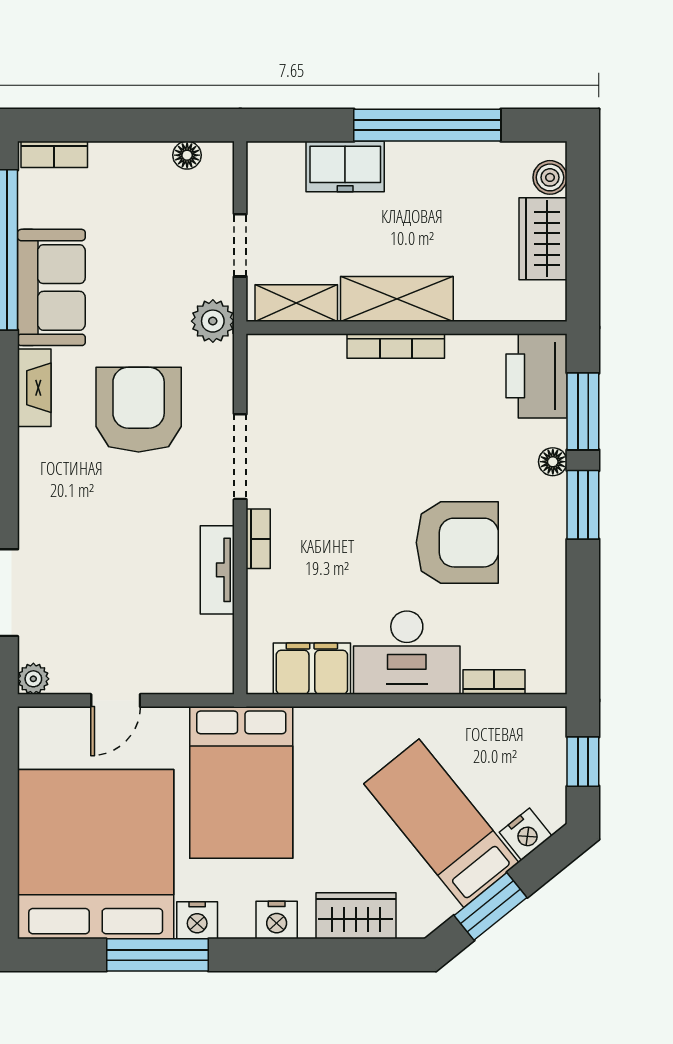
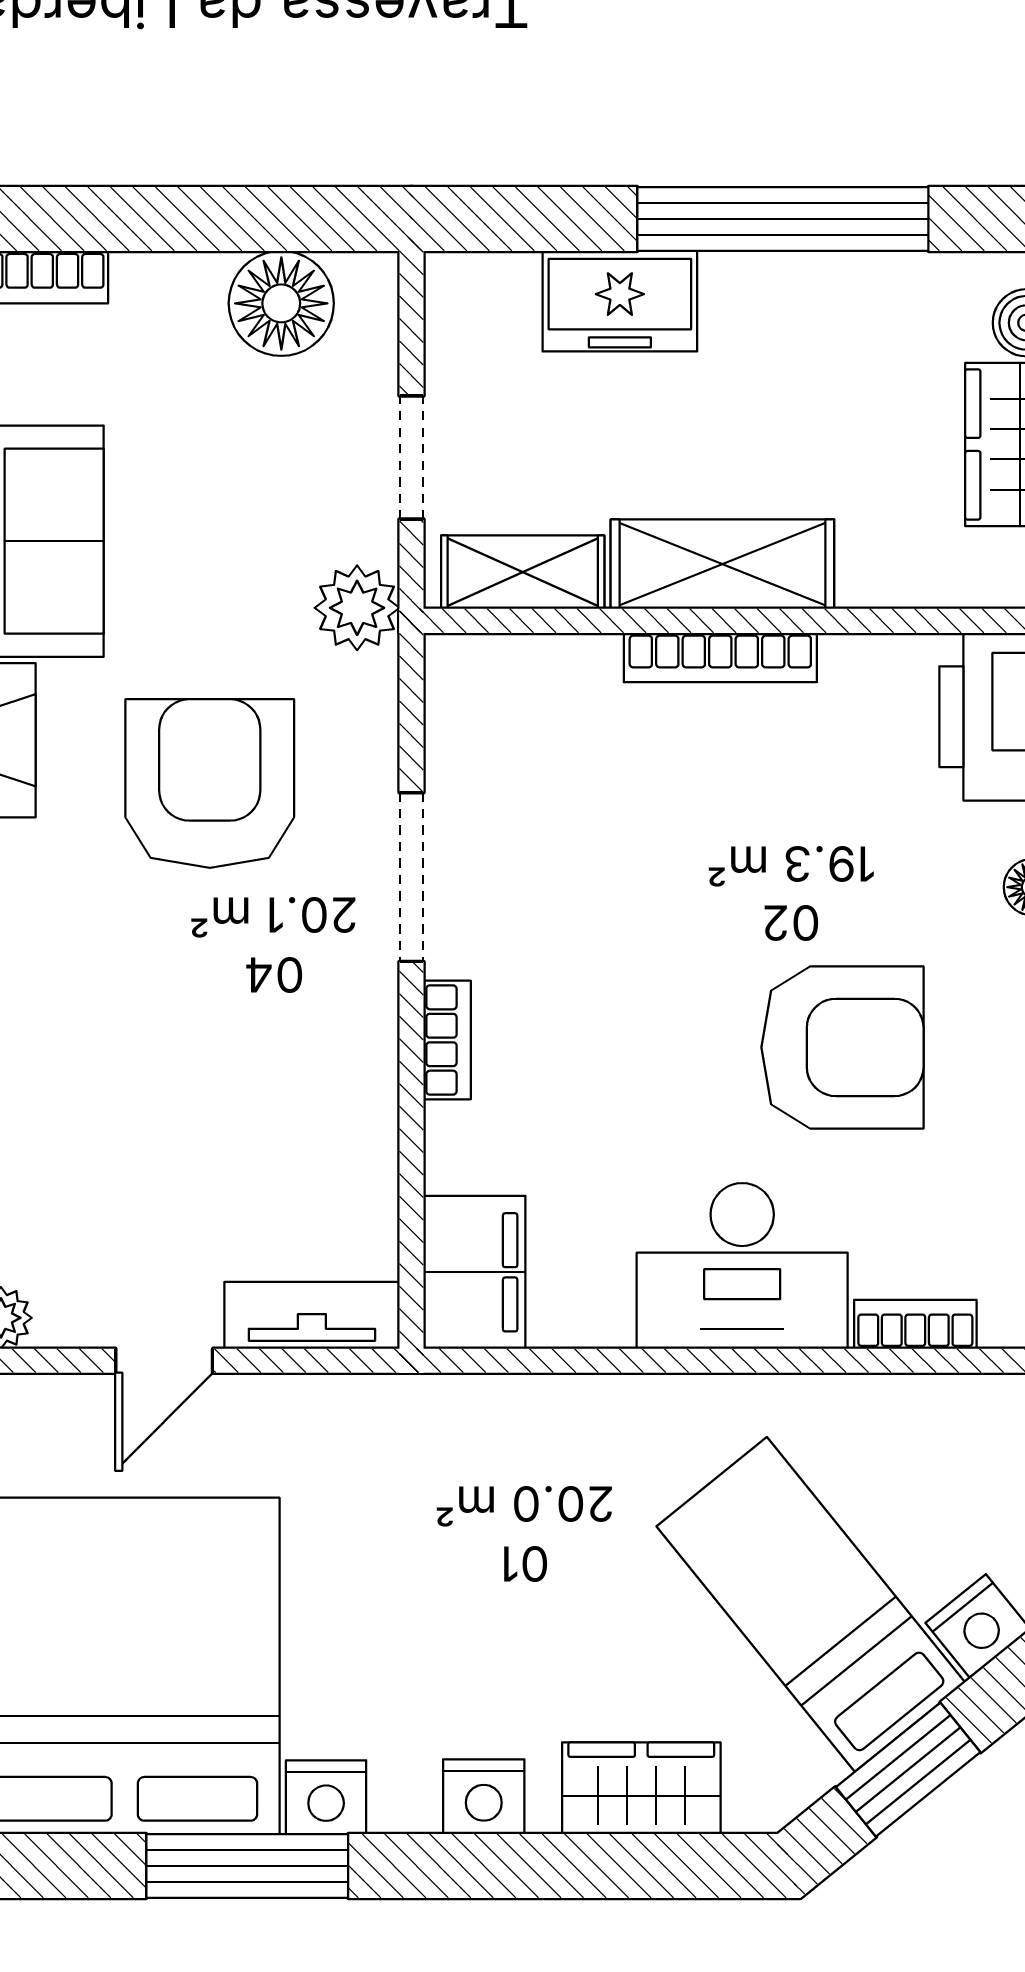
floor lamp: (187, 155) -> (281, 303), width x1.89, depth x1.89
tv unit: (217, 570) -> (312, 1315), moved, turned 90
filing cabinet: (312, 669) -> (474, 1272), moved, turned 90
bed: (241, 782) -> (414, 1524), removed

